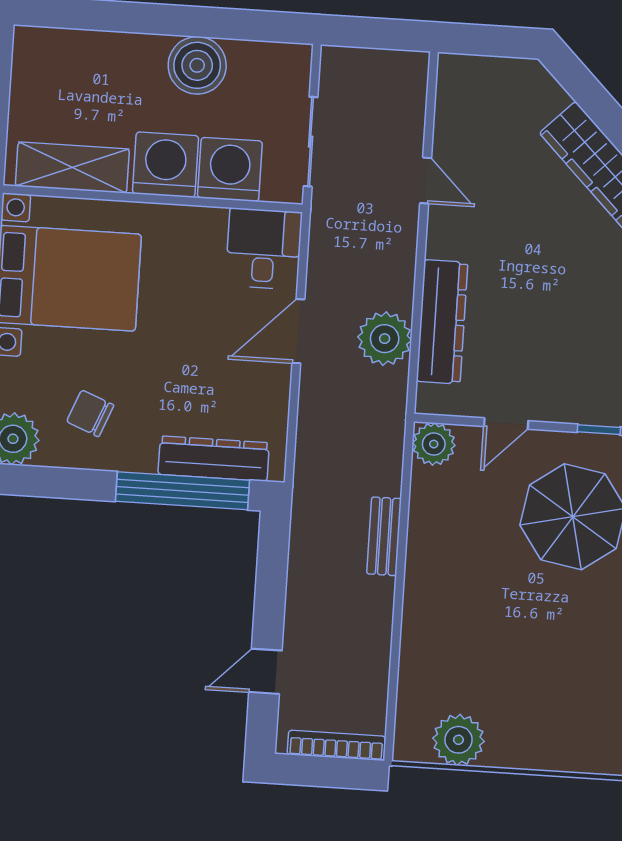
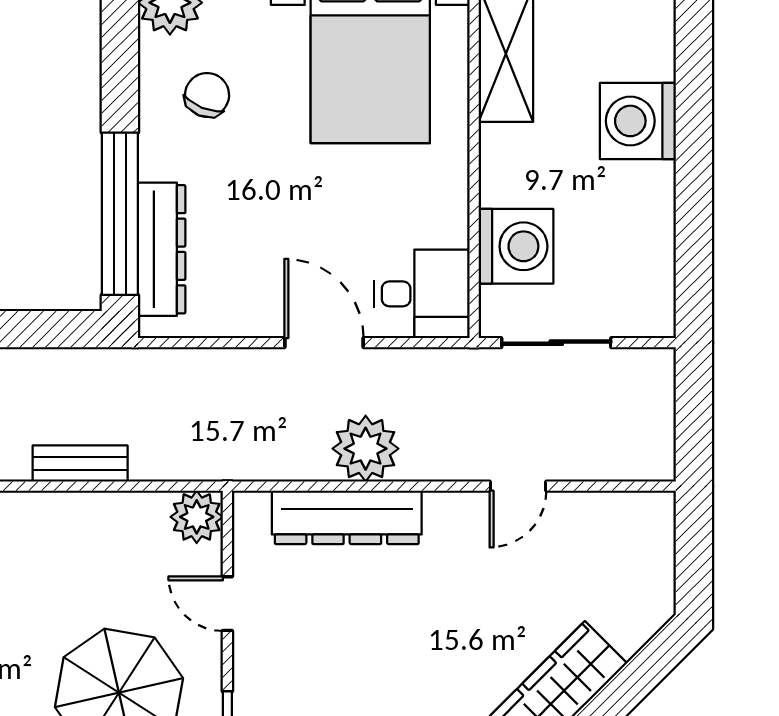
boiler: (197, 65) -> (641, 198), removed
washing machine: (166, 165) -> (638, 121), moved, turned 180
plant: (385, 339) -> (366, 449), moved

